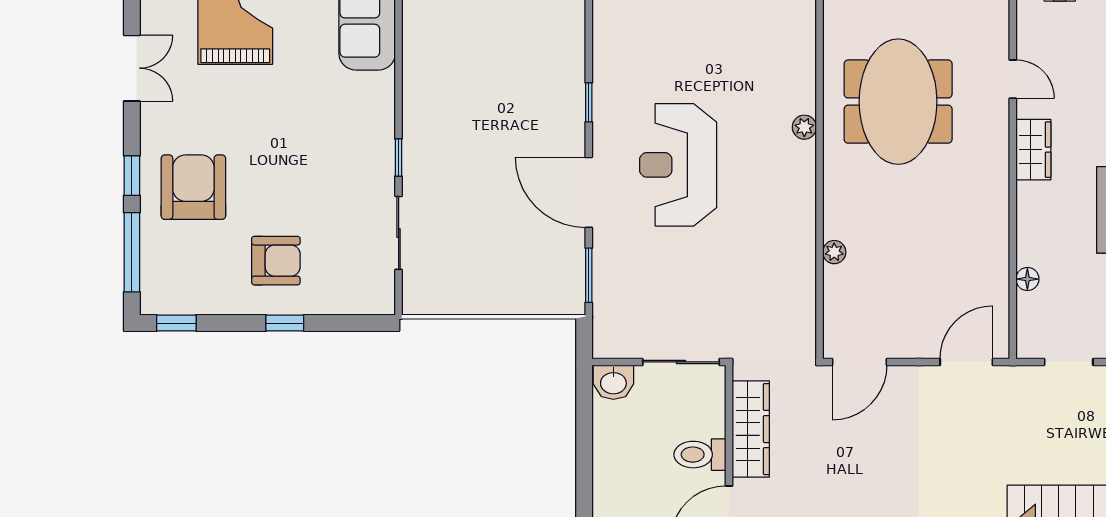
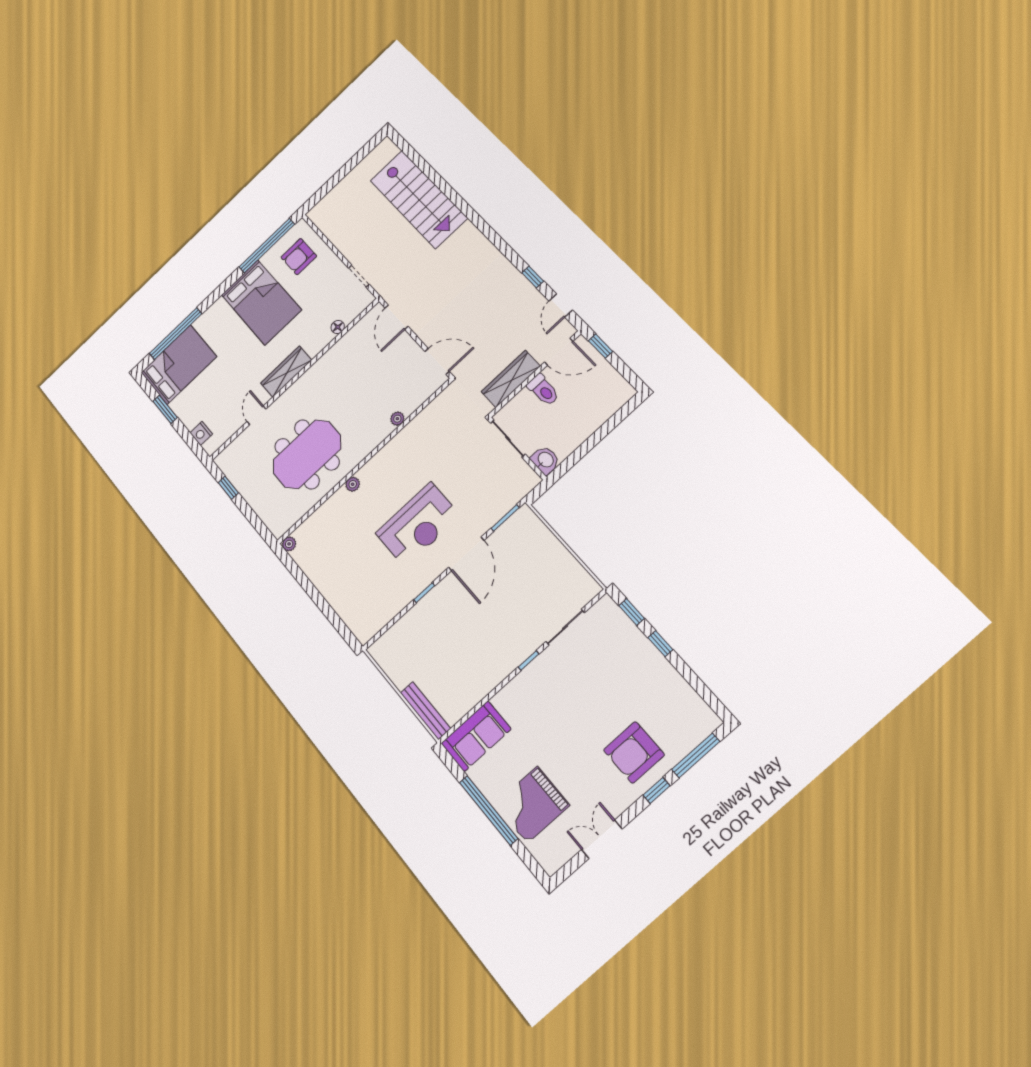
wardrobe: (1033, 150) -> (286, 372), width x1.50
armchair: (276, 261) -> (633, 676), removed
window: (176, 323) -> (632, 612), moved
door: (966, 362) -> (396, 317), hinge flipped

